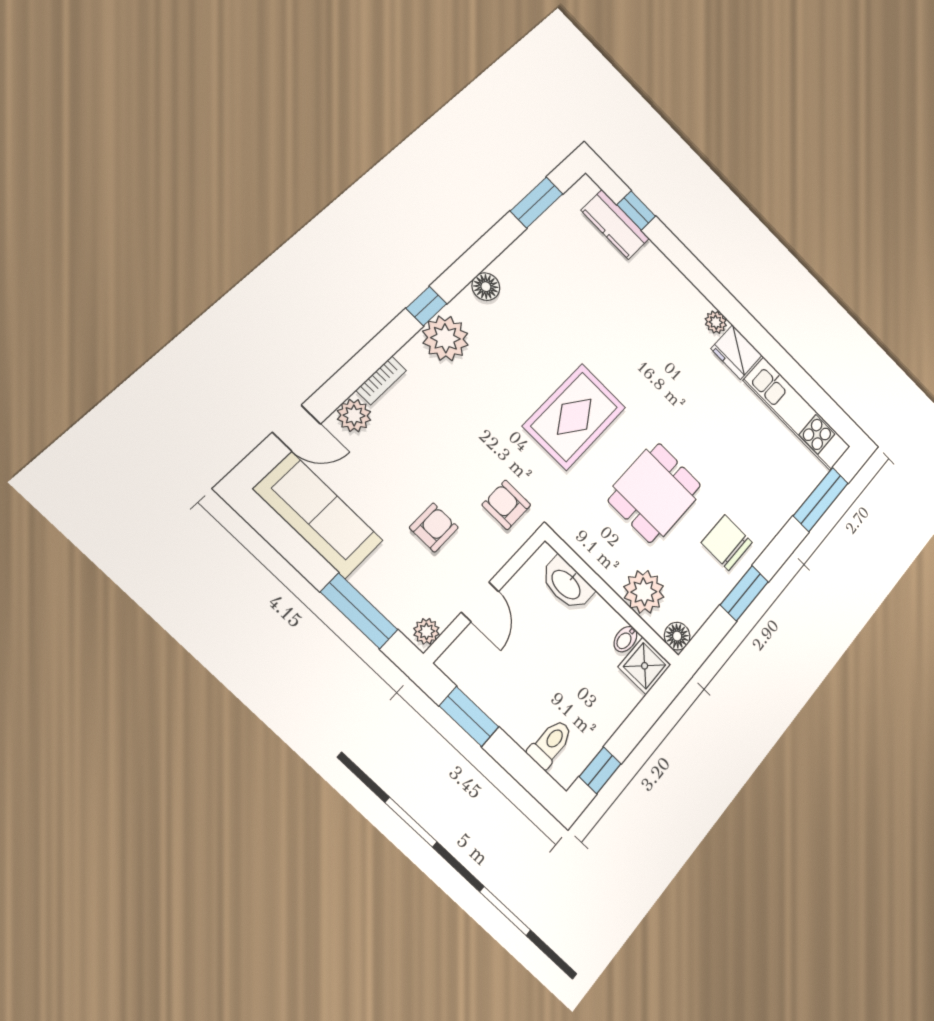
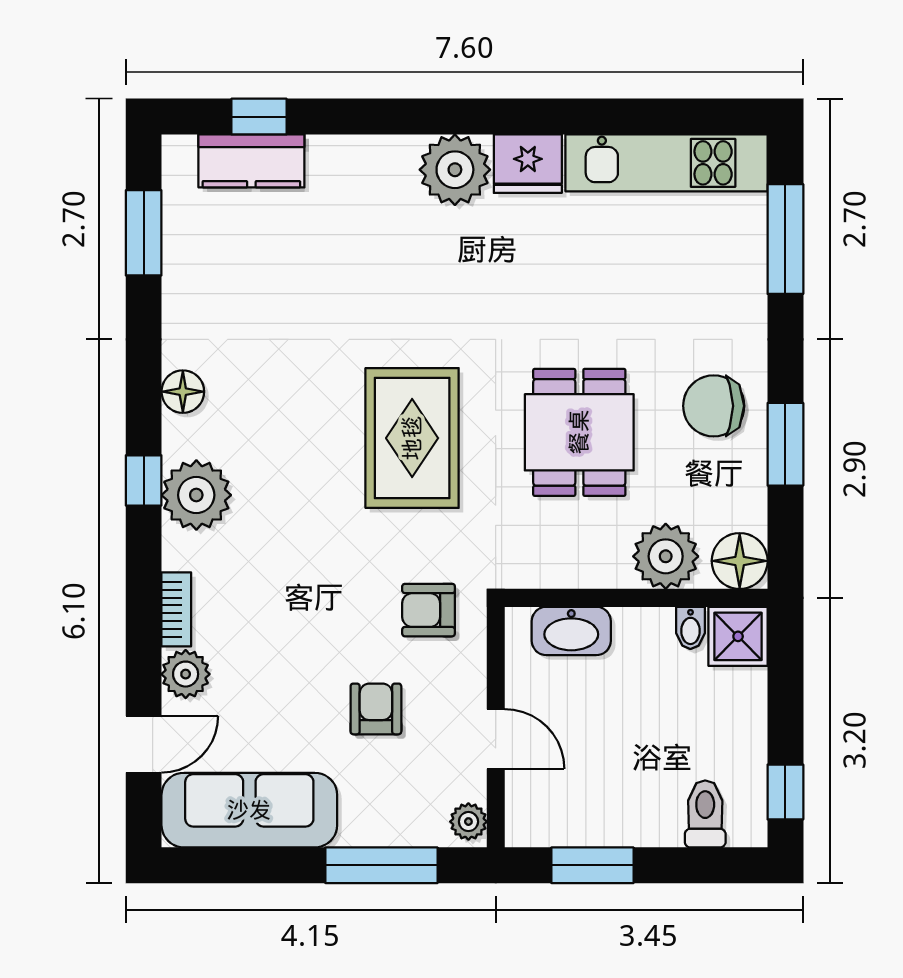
plant: (716, 322) -> (455, 170), width x1.88, depth x1.88
floor lamp: (677, 636) -> (740, 561), width x1.38, depth x1.38

